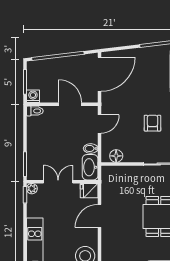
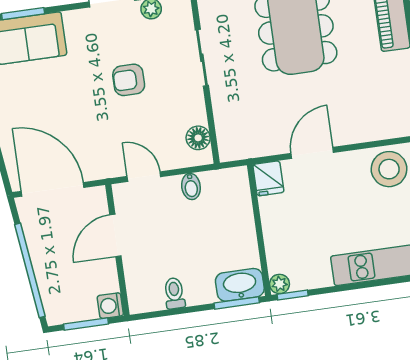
toilet: (35, 111) -> (174, 293), moved
washbasin: (90, 167) -> (240, 285), moved, turned 180
double door: (58, 182) -> (260, 238), removed
door: (100, 216) -> (312, 153), swing flipped

